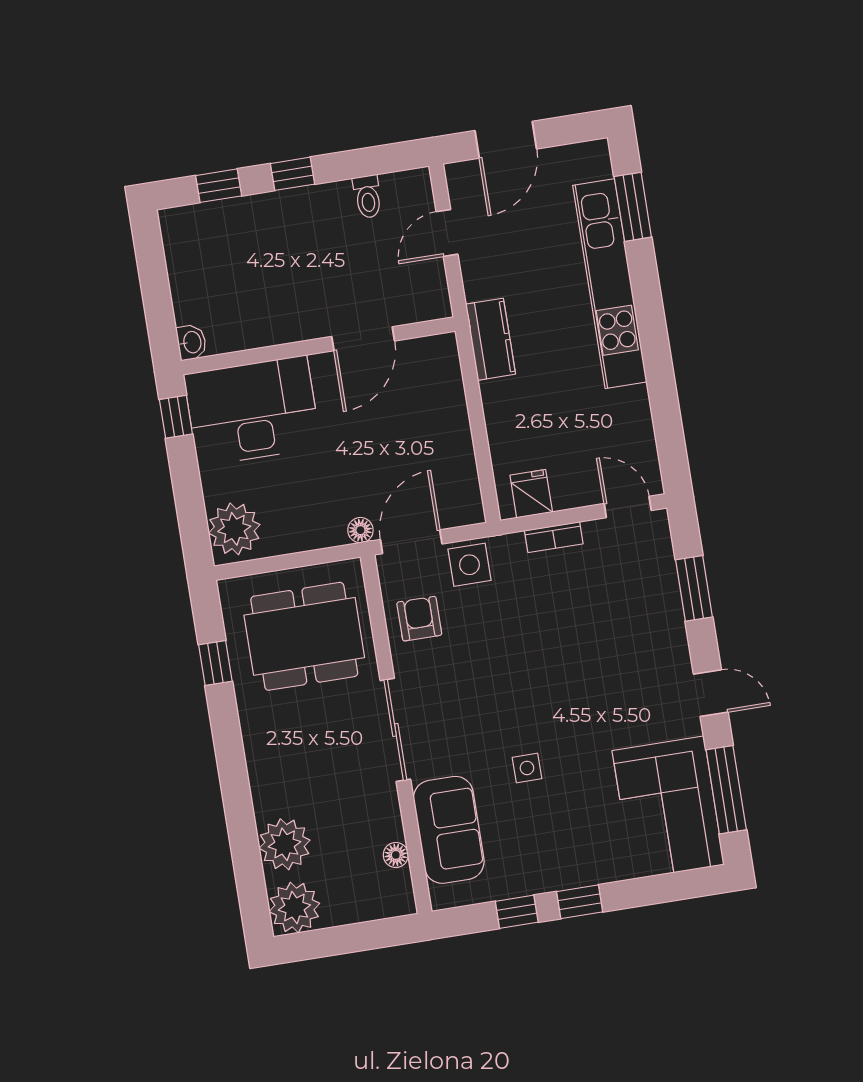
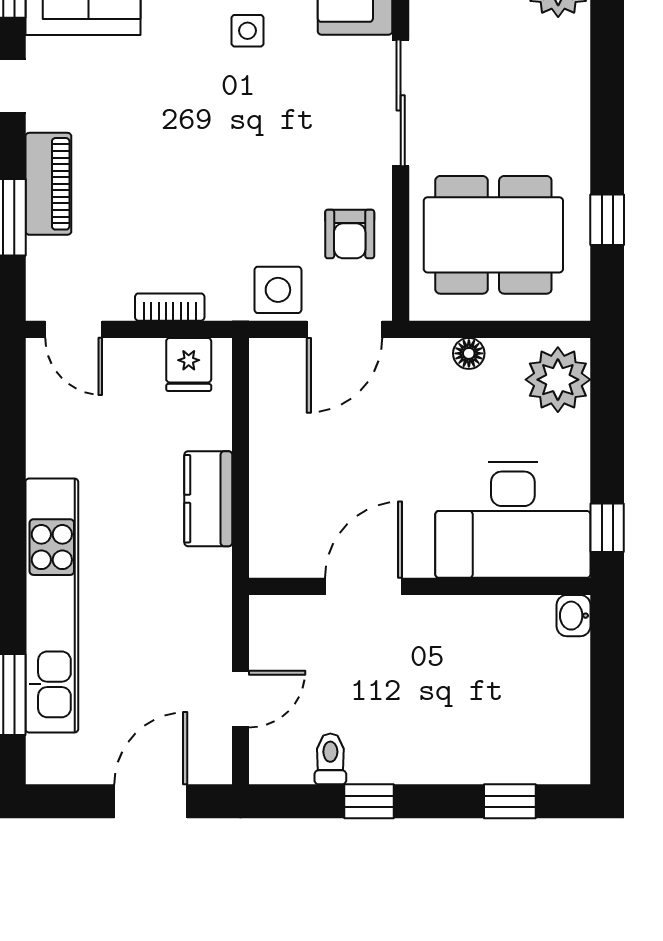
window: (292, 174) -> (369, 801), moved
kitchen counter: (490, 339) -> (208, 499), moved
floor lamp: (360, 530) -> (469, 353), moved
piano: (667, 620) -> (48, 184), added

